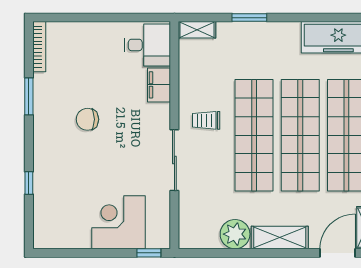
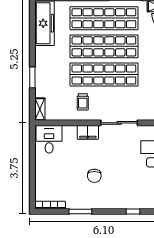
filing cabinet: (159, 85) -> (88, 132), moved
trolley: (206, 120) -> (83, 102), moved

